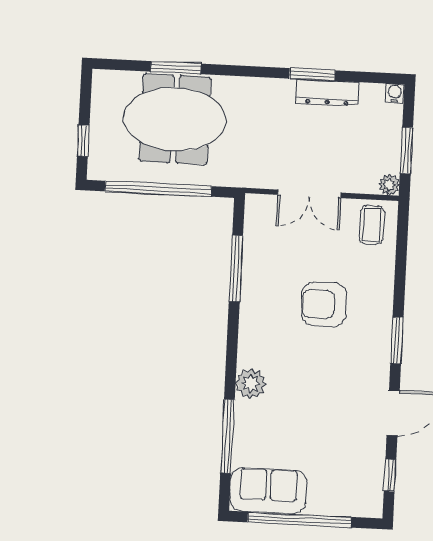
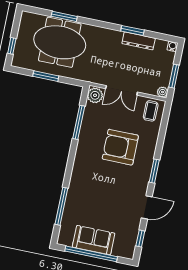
window: (158, 189) -> (46, 76), width x0.47
armchair: (324, 304) -> (120, 147), width x1.36, depth x1.36
plant: (251, 384) -> (95, 95), moved
sofa: (268, 491) -> (94, 240), moved

